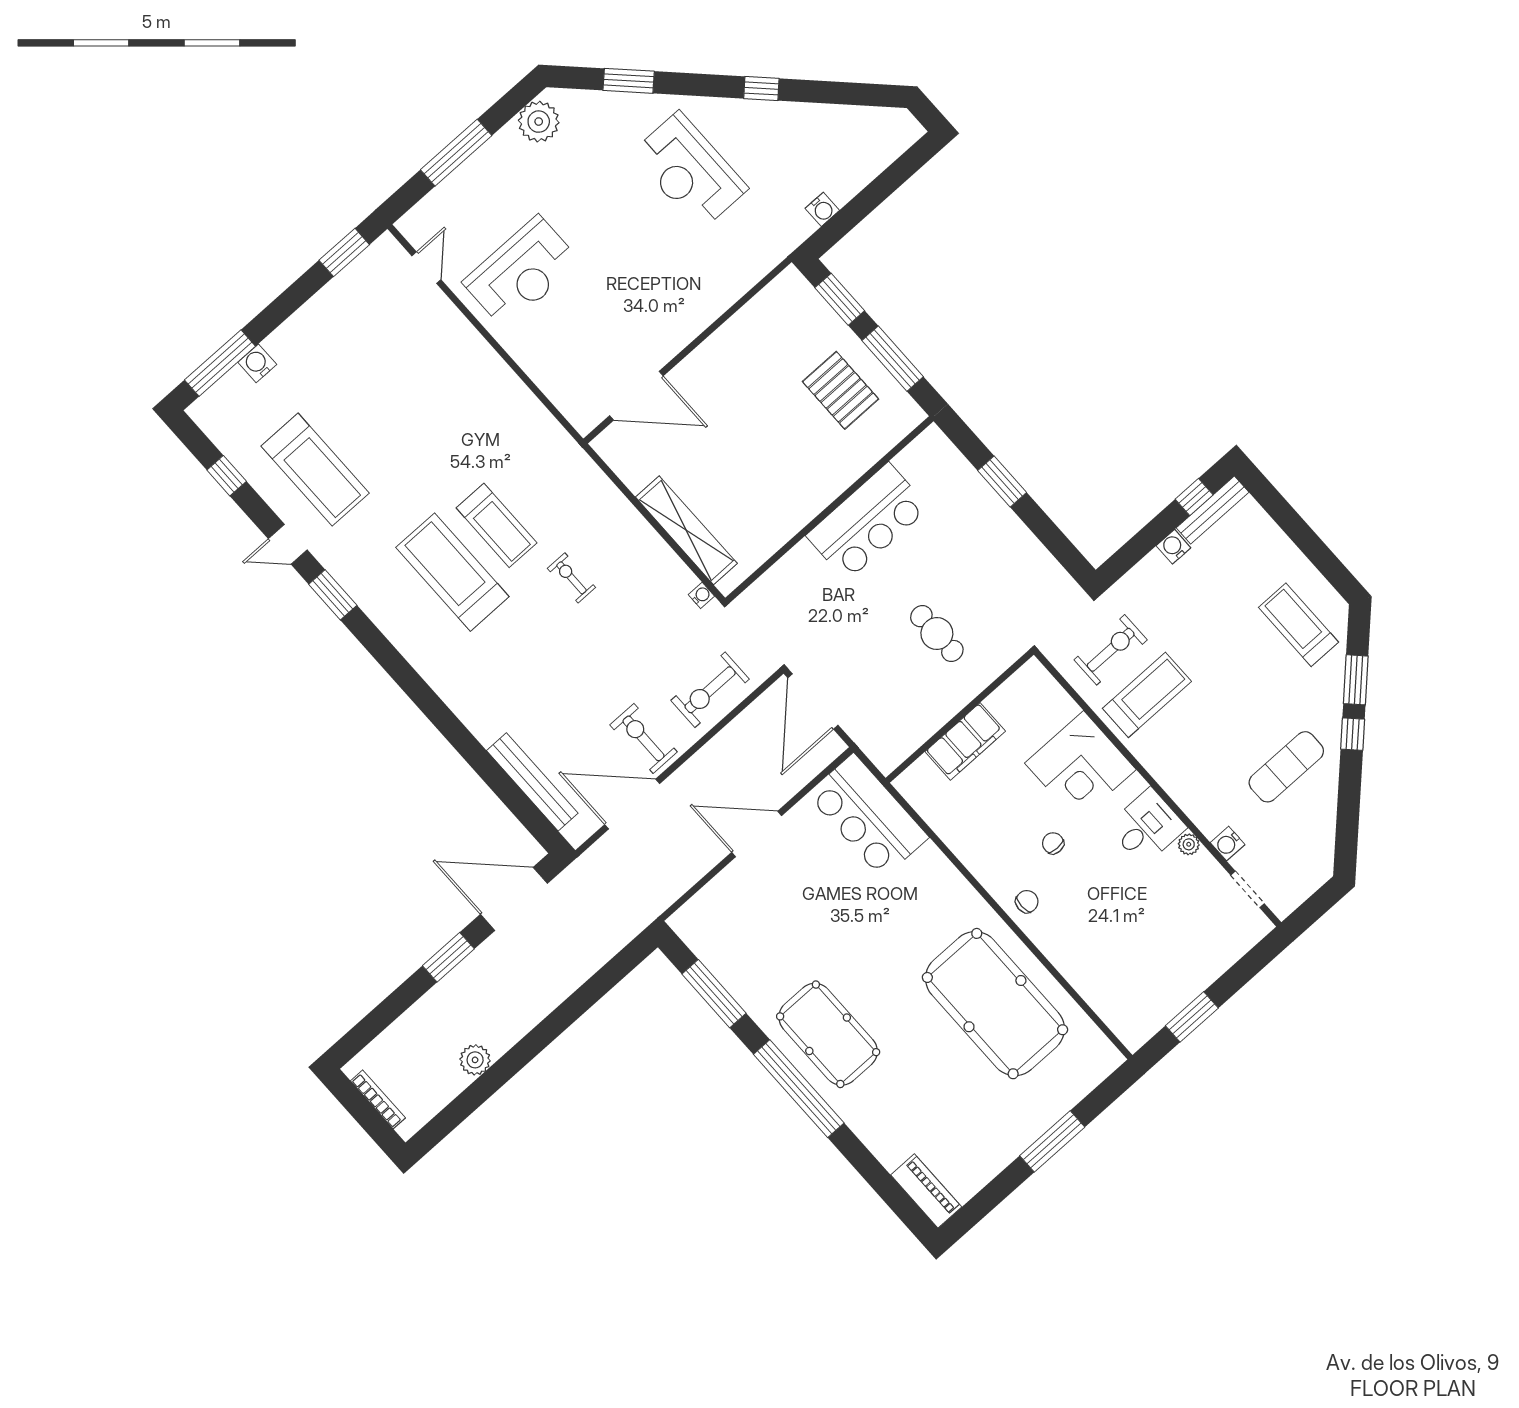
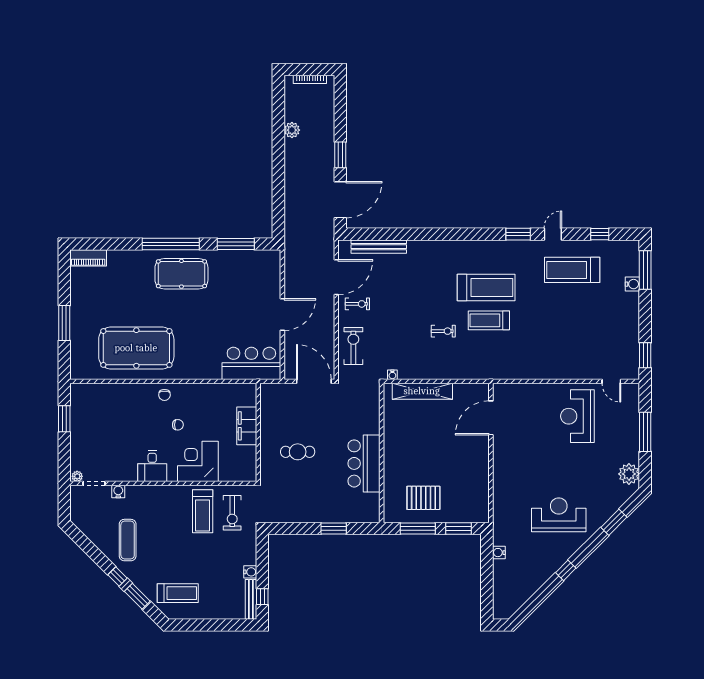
exercise bike: (644, 738) -> (357, 304), width x0.73, depth x0.72
plant: (1189, 844) -> (77, 476), moved

